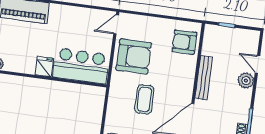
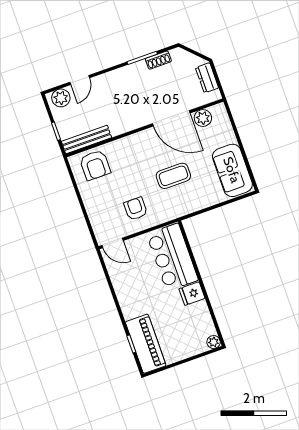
armchair: (134, 56) -> (136, 209), width x0.53, depth x0.53
bench: (204, 78) -> (86, 139), moved
plant: (246, 81) -> (61, 98), moved

